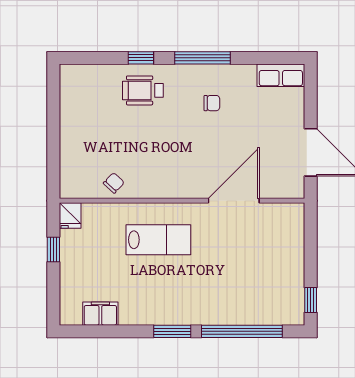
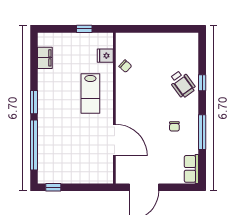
window: (202, 58) -> (202, 132), moved
wheelchair: (143, 90) -> (182, 84), turned 144
fridge: (70, 216) -> (105, 56), moved

